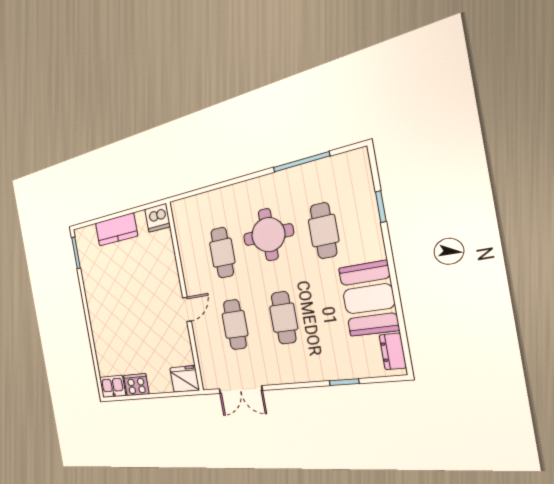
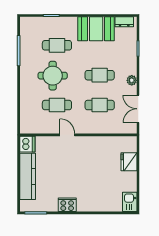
kitchen counter: (116, 230) -> (28, 176), width x1.50
door: (187, 309) -> (67, 135), moved
plant: (285, 375) -> (132, 80), added
fridge: (185, 379) -> (129, 162), moved
cooker: (136, 385) -> (67, 205), moved, turned 90
double door: (240, 390) -> (138, 109), swing flipped

